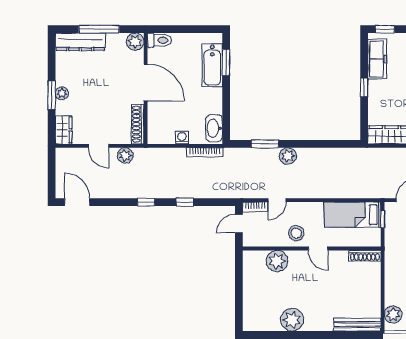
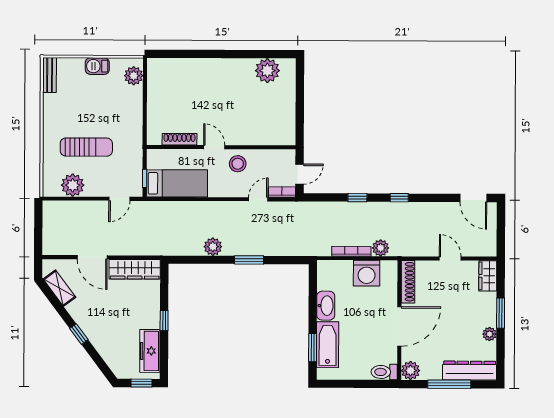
door: (146, 83) -> (399, 326), swing flipped
plant: (62, 93) -> (490, 334), moved
washbasin: (214, 128) -> (326, 306), moved
washing machine: (182, 138) -> (367, 273), width x1.89, depth x1.89
window: (265, 144) -> (249, 260), moved
bookcase: (205, 152) -> (351, 251), moved
plant: (125, 155) -> (381, 248), moved
plant: (288, 156) -> (213, 247), moved
shoe rack: (365, 256) -> (179, 139), moved
plant: (277, 261) -> (258, 134), removed
plant: (292, 320) -> (267, 71), moved
bench: (357, 325) -> (172, 65), removed

